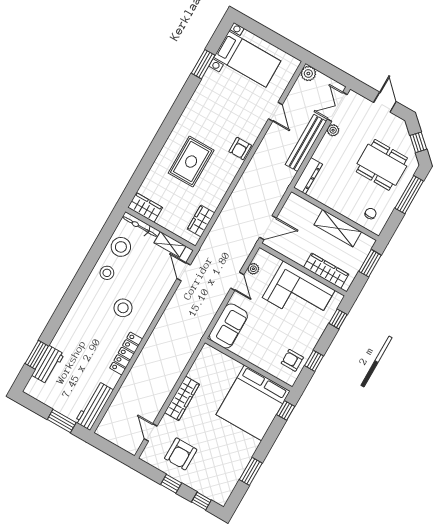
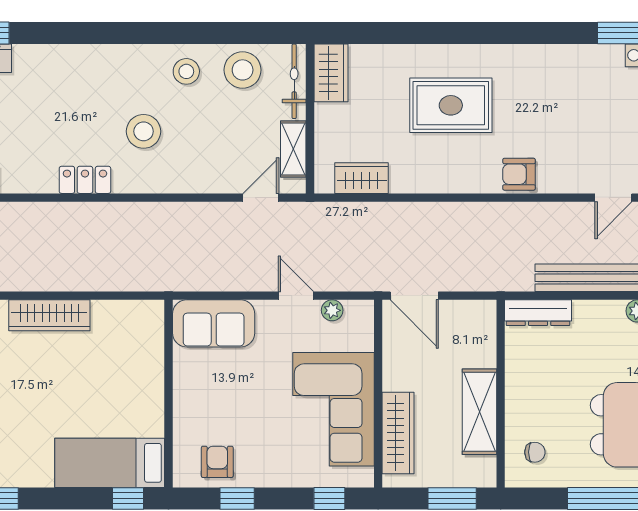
door: (237, 281) -> (296, 296), swing flipped
locker: (126, 354) -> (85, 180), width x0.66
bed: (253, 403) -> (110, 463), width x0.49

